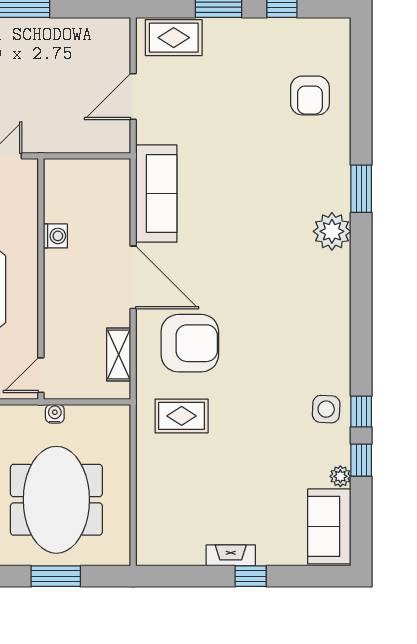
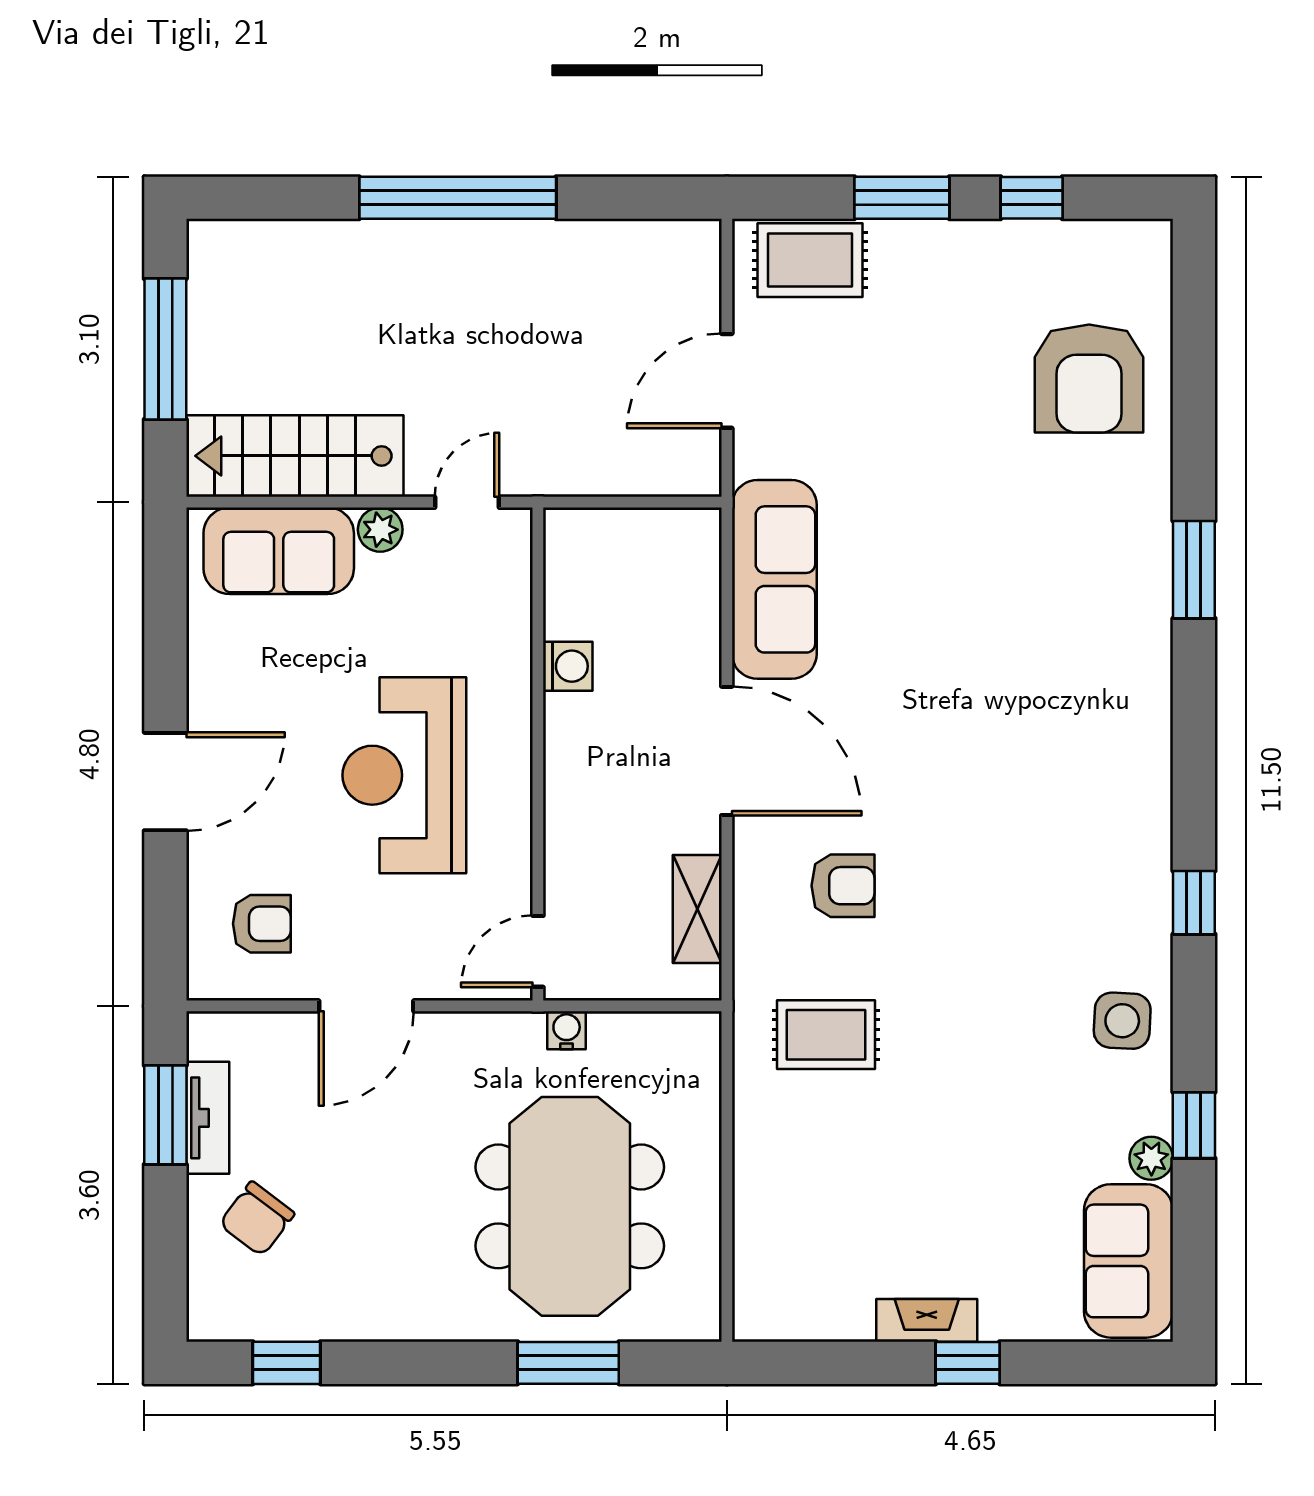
armchair: (310, 95) -> (1089, 379), width x1.36, depth x1.36
plant: (332, 231) -> (1134, 657), removed
armchair: (190, 343) -> (843, 886), width x0.53, depth x0.53
window: (361, 412) -> (1194, 903), moved

